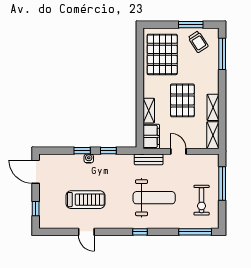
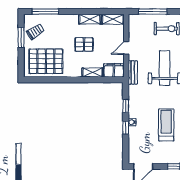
pallet: (182, 100) -> (84, 44), width x0.67, depth x0.71

